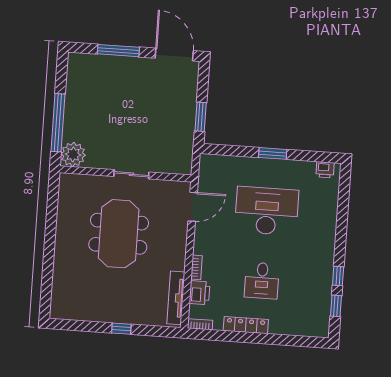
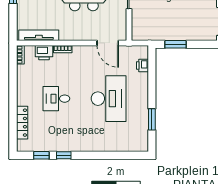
window: (273, 153) -> (152, 119), moved
printer: (325, 170) -> (142, 65), moved
locker: (246, 325) -> (22, 123), moved

